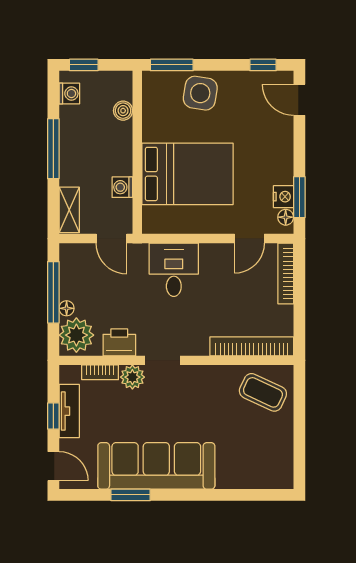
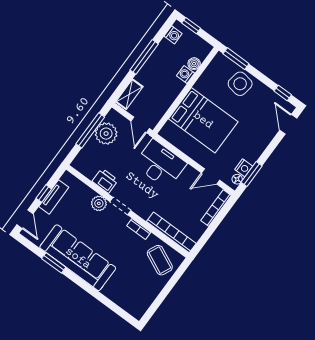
washing machine: (122, 187) -> (186, 75), moved
desk: (174, 270) -> (160, 164), width x1.37
floor lamp: (67, 308) -> (91, 144), removed
plant: (76, 335) -> (106, 134), moved
bookcase: (100, 372) -> (139, 229), moved

